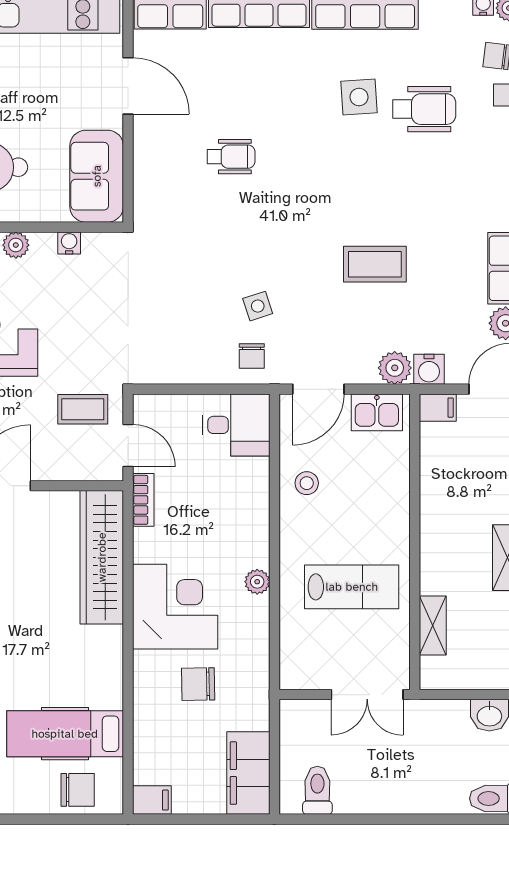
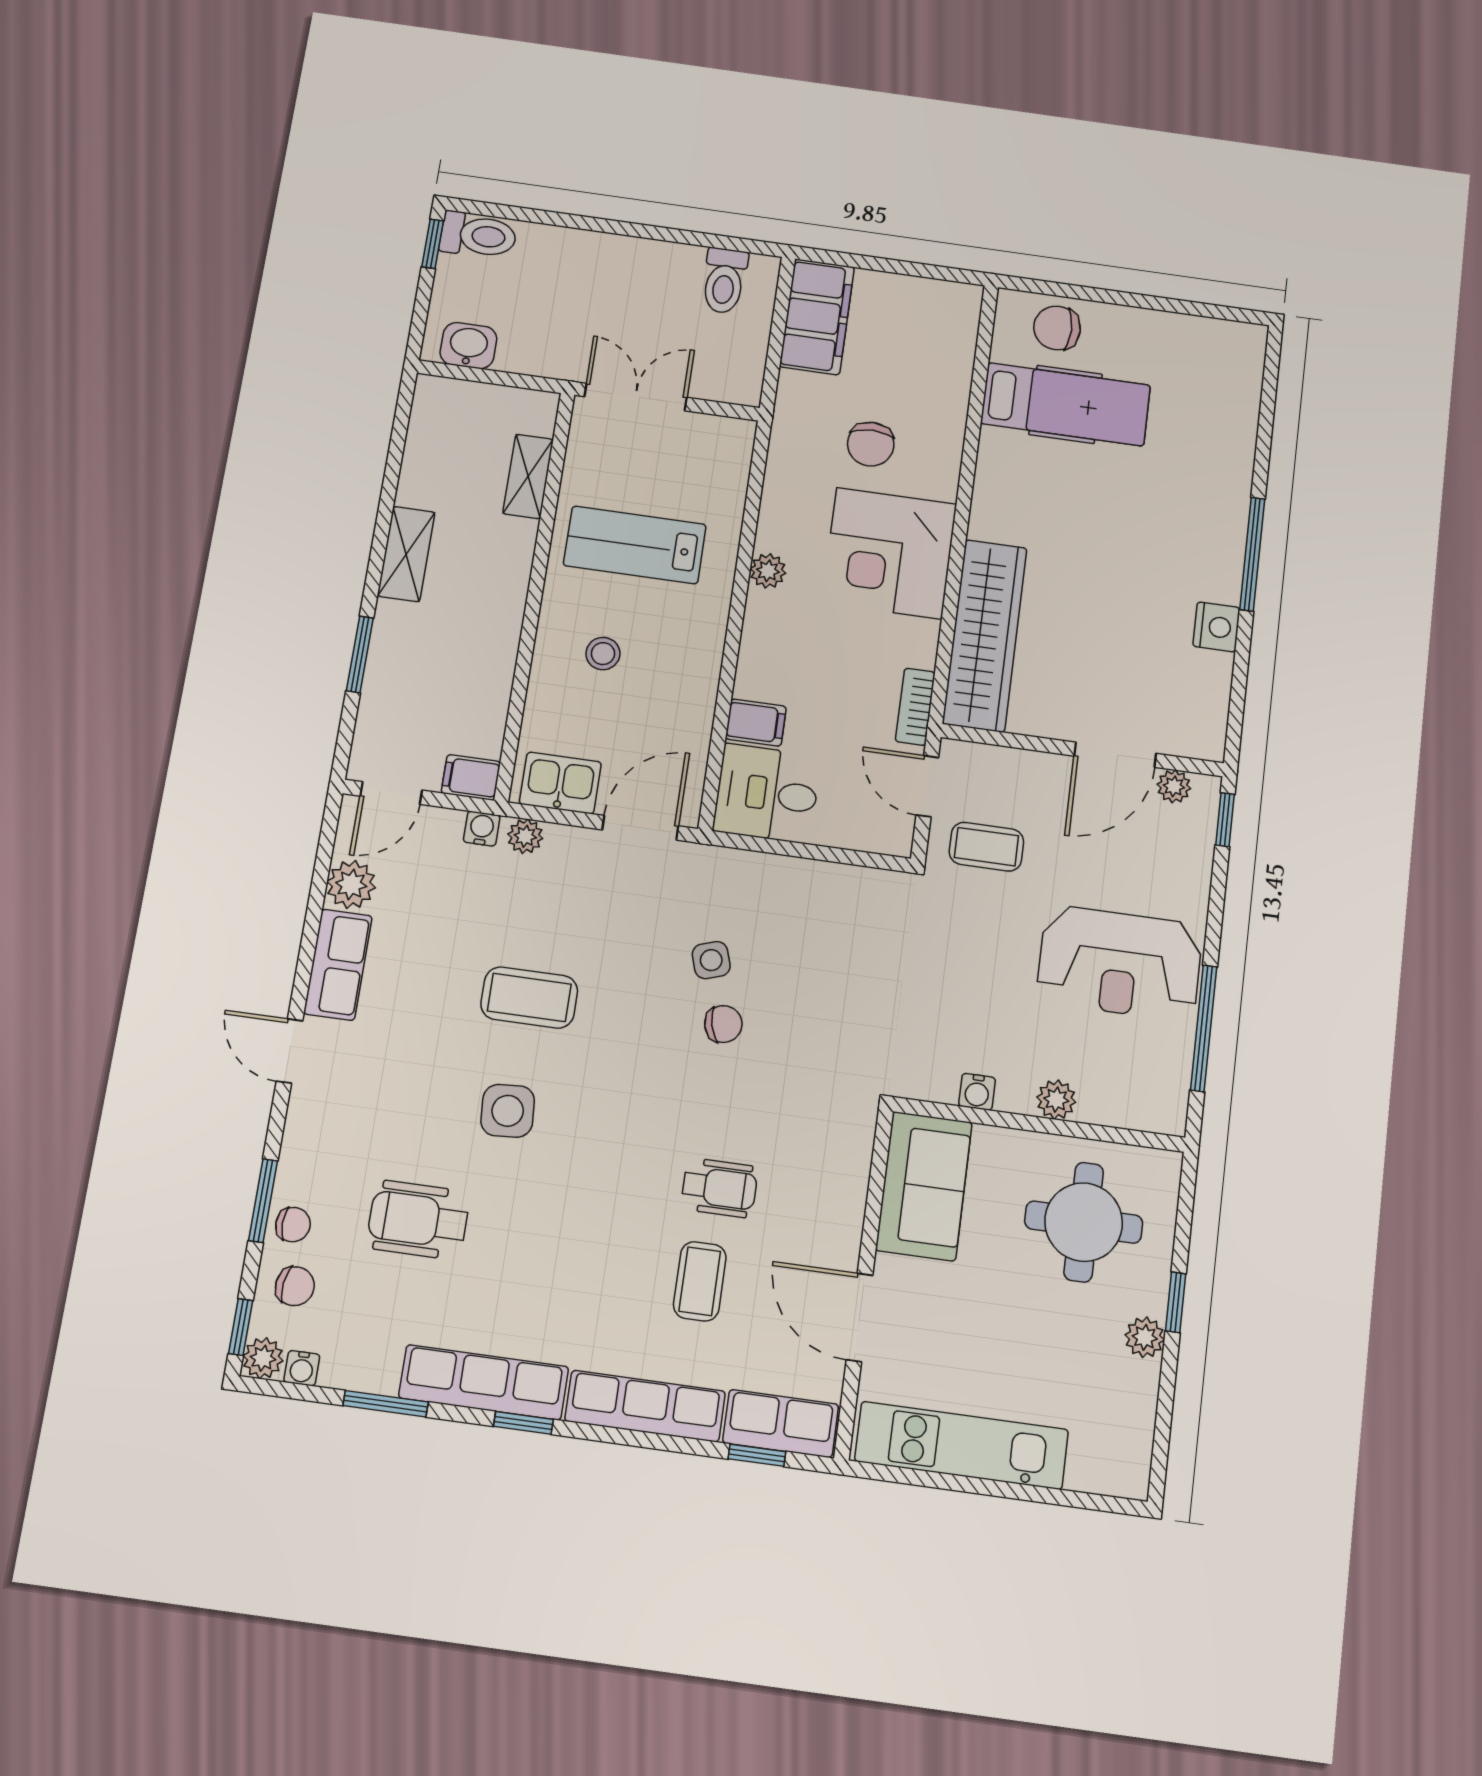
coffee table: (235, 95) -> (700, 1281), added
side table: (359, 97) -> (508, 1111), moved
wheelchair: (231, 157) -> (719, 1188), turned 180
chair: (252, 356) -> (723, 1024), moved, turned 76
plant: (395, 368) -> (525, 836), width x0.73, depth x0.73
water cooler: (429, 369) -> (482, 829), width x0.72, depth x0.72
stool: (307, 483) -> (603, 654), moved
chair: (198, 684) -> (871, 444), turned 91
filing cabinet: (152, 800) -> (756, 723), moved, turned 180

